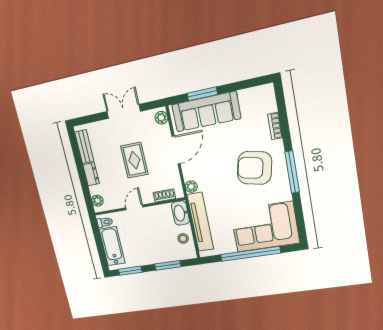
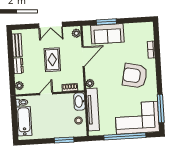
double door: (124, 111) -> (51, 25), swing flipped
sofa: (206, 112) -> (107, 34), width x0.73
window: (292, 172) -> (161, 108), moved
window: (130, 271) -> (35, 142), removed

